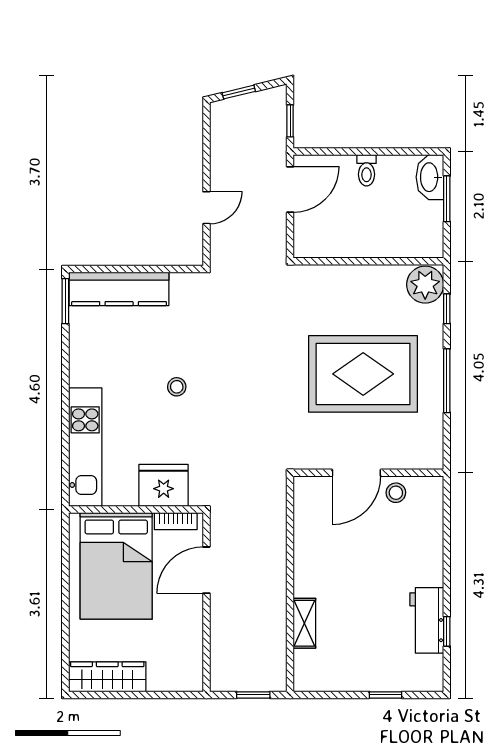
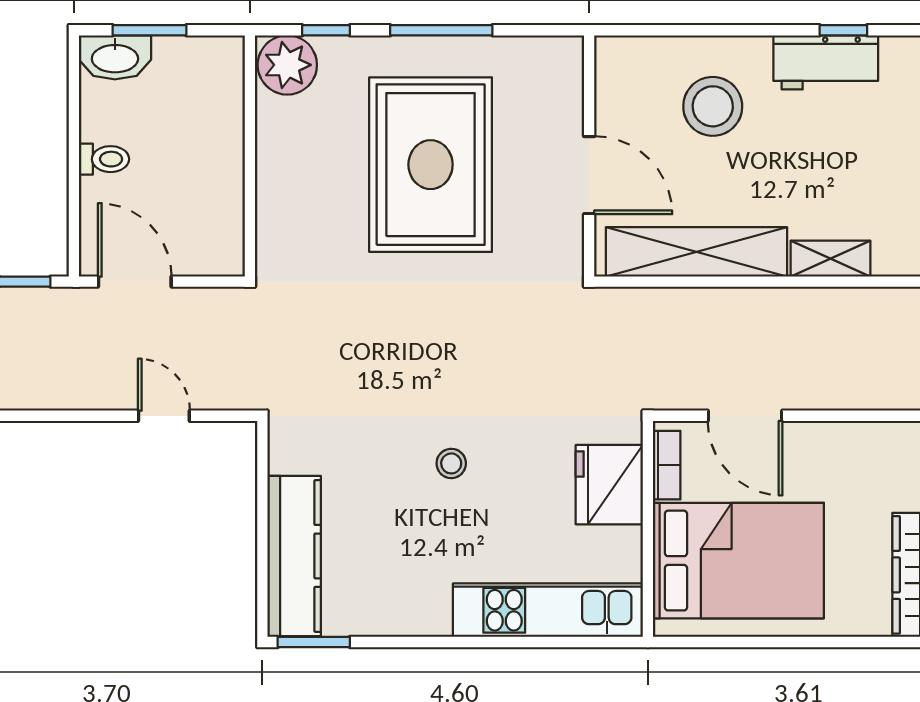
stool: (396, 493) -> (713, 106), moved, width x1.89, depth x1.89
shelving: (309, 540) -> (696, 252), added

